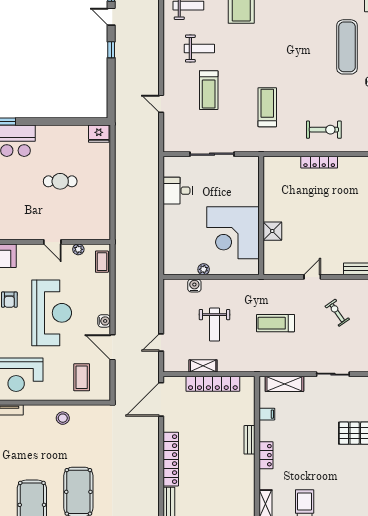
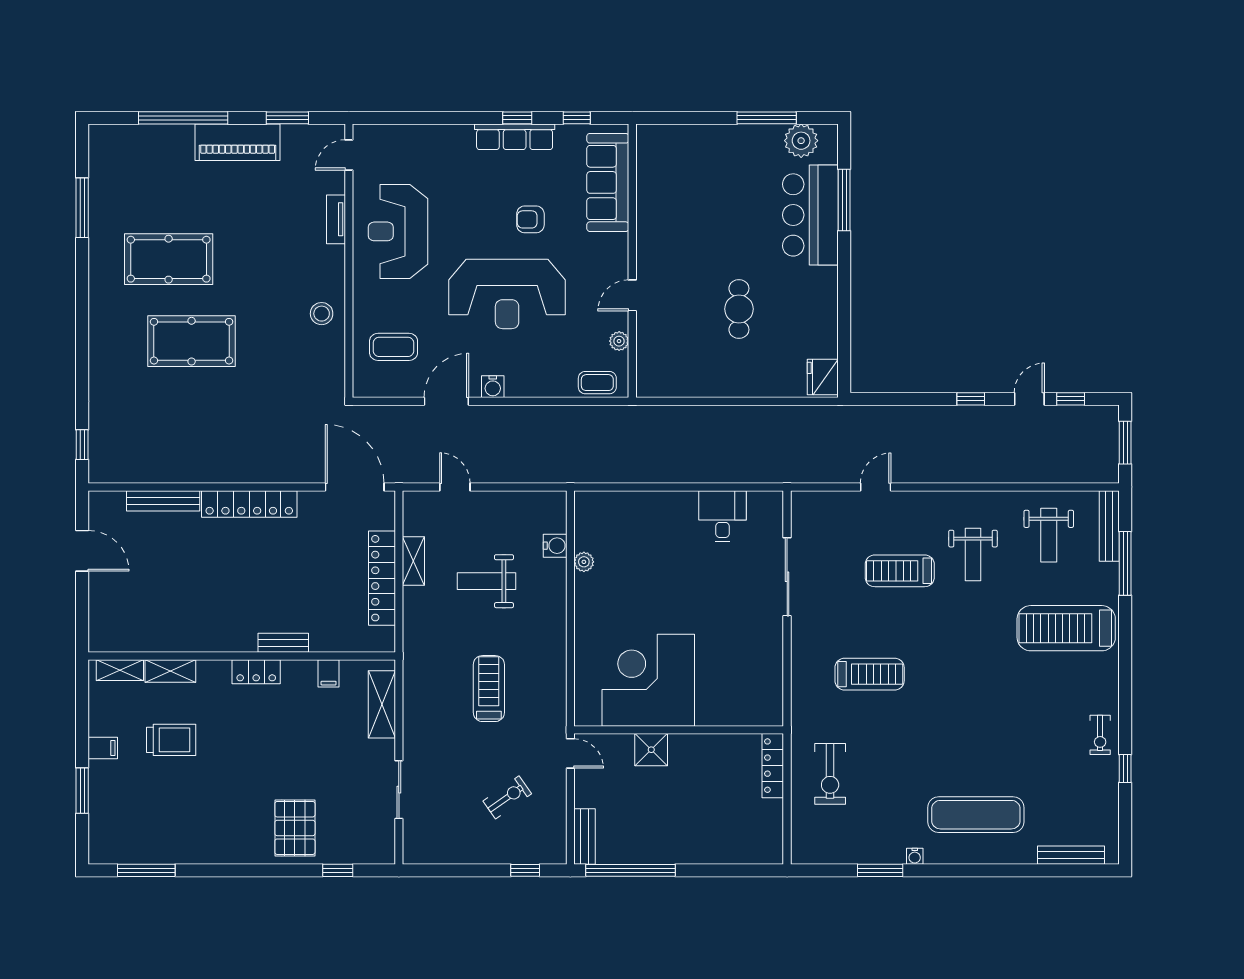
wall: (261, 215) -> (679, 730), moved
shower: (272, 231) -> (651, 750), moved
corner desk: (233, 233) -> (648, 680), moved

